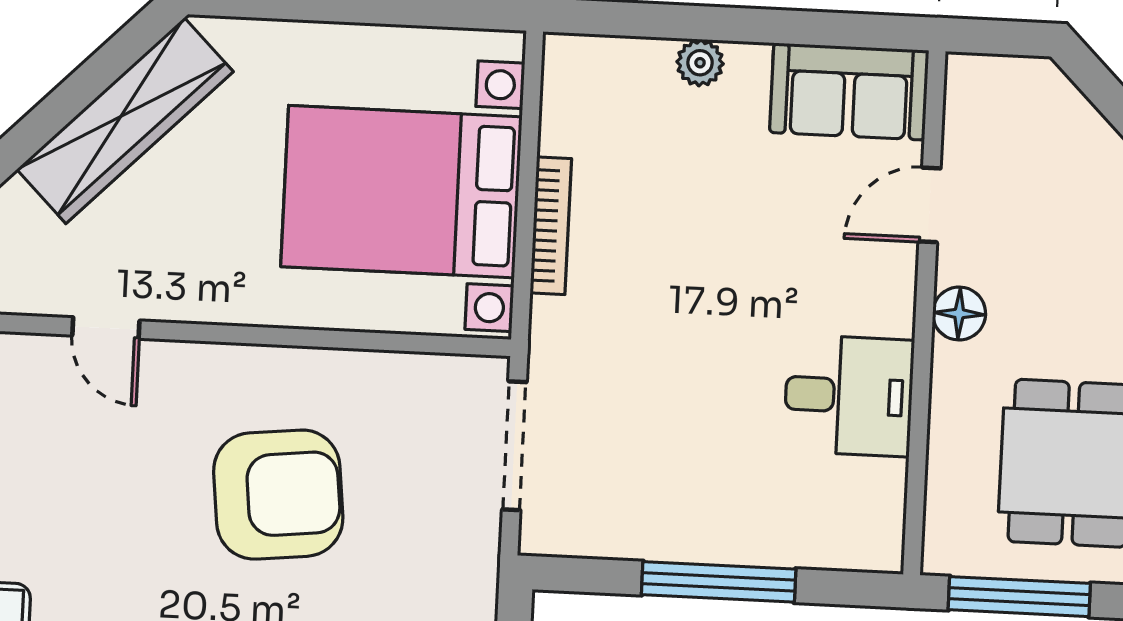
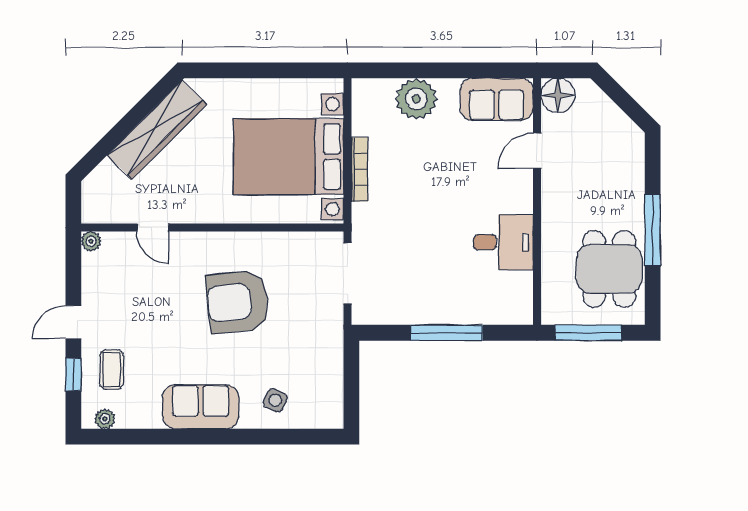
plant: (700, 63) -> (416, 99), width x1.88, depth x1.88
floor lamp: (959, 314) -> (558, 95), moved, width x1.38, depth x1.38
armchair: (278, 495) -> (238, 302), turned 180

